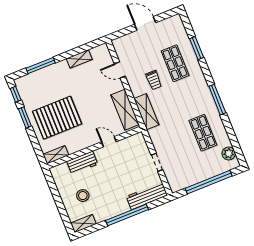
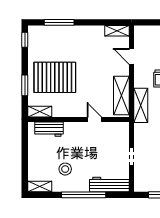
shelving: (79, 59) -> (117, 31), moved
window: (25, 117) -> (25, 85), moved
workbench: (82, 163) -> (49, 129), moved
stool: (83, 196) -> (65, 169), moved

